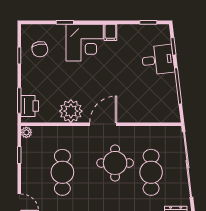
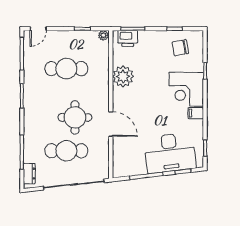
desk: (158, 60) -> (170, 153), width x1.87, depth x1.30
door: (103, 124) -> (111, 124), moved

